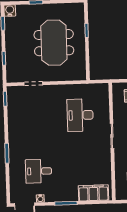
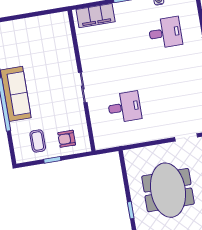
desk: (80, 115) -> (125, 107), width x0.73

